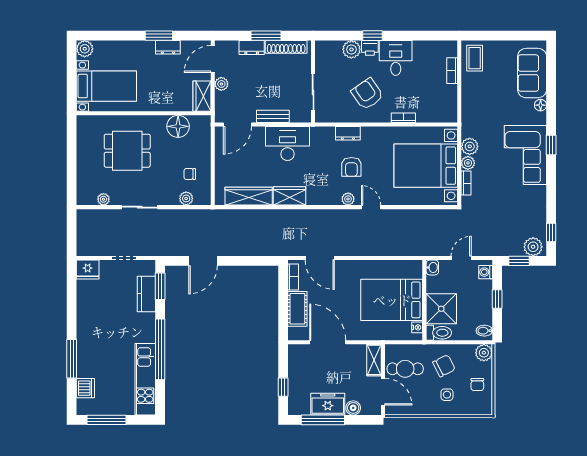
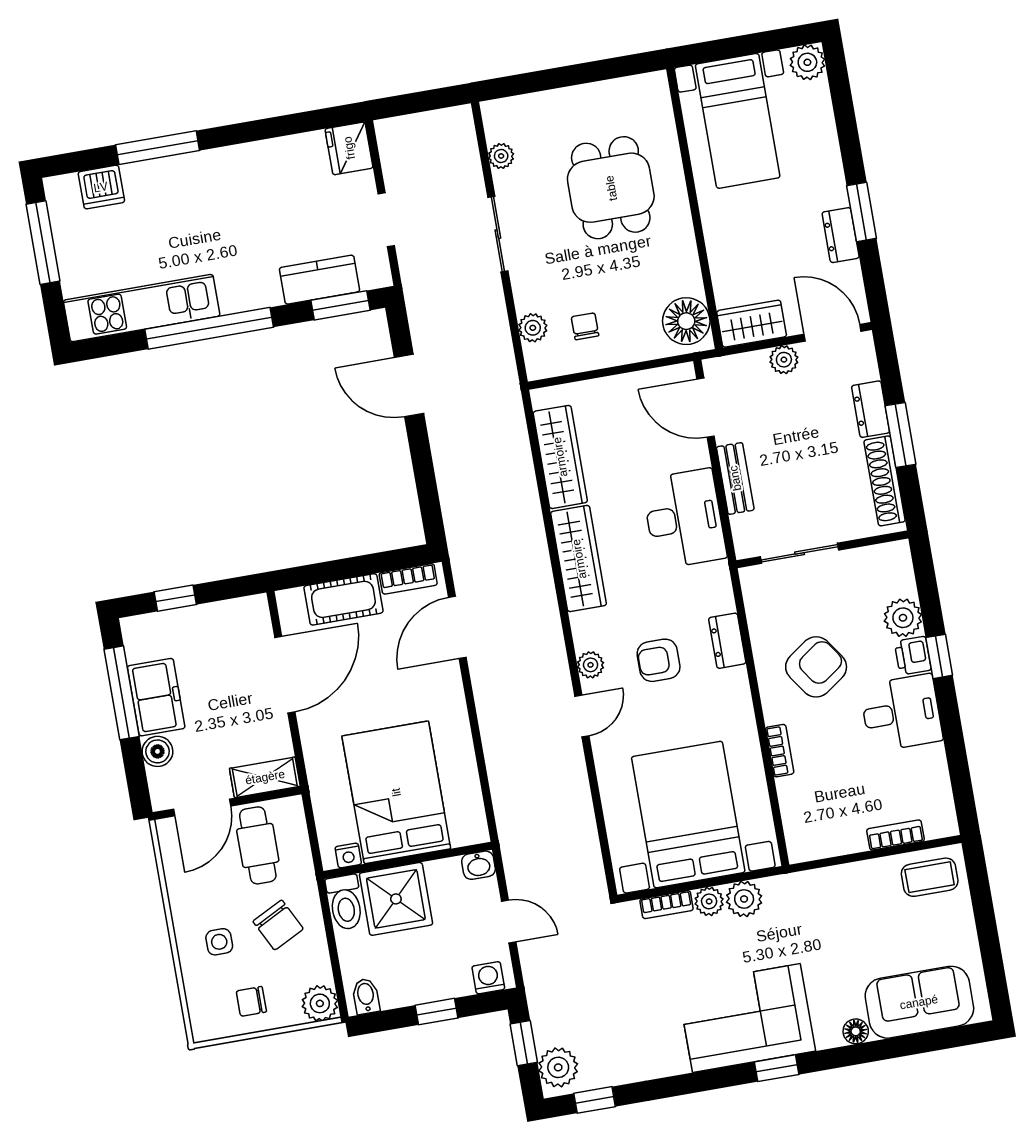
floor lamp: (178, 126) -> (686, 321), moved
wardrobe: (289, 196) -> (579, 559), width x1.50

